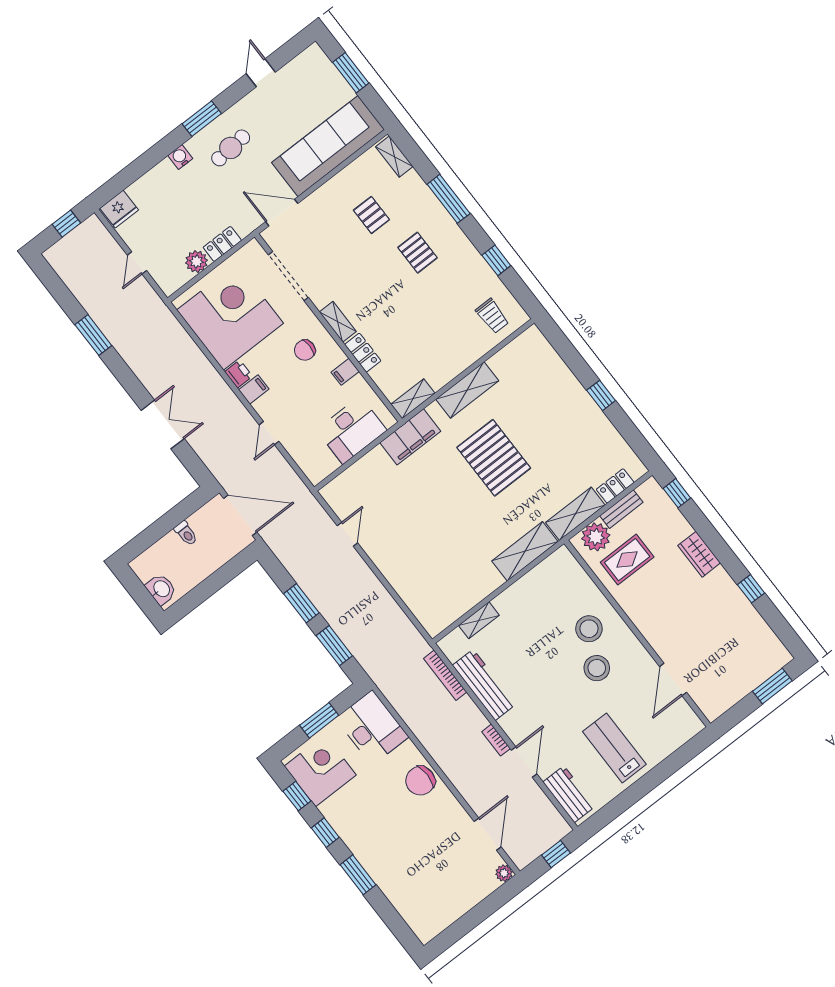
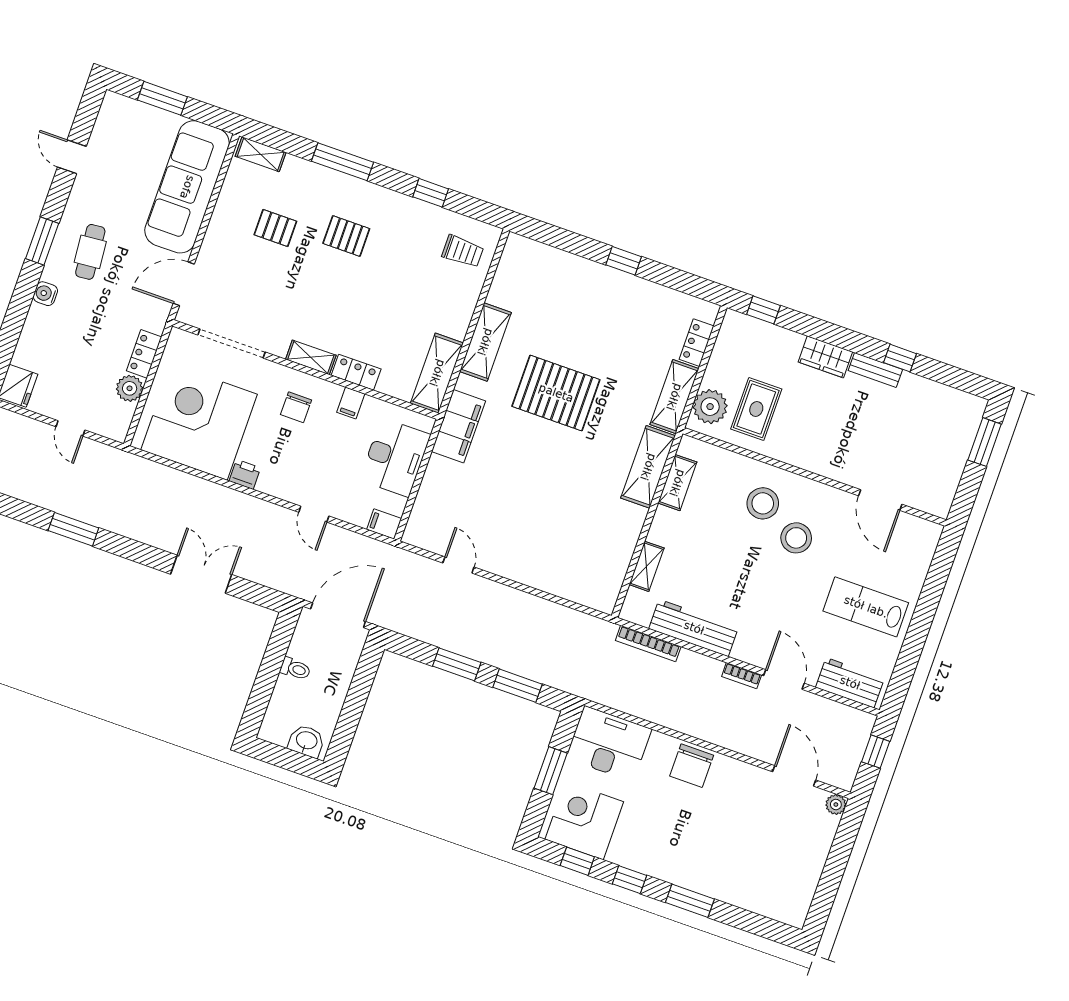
filing cabinet: (254, 389) -> (384, 524), moved, turned -90
shelving: (413, 399) -> (437, 373), width x1.50, depth x1.33
bench: (621, 509) -> (875, 370), moved, turned 90
shelving: (538, 575) -> (677, 483), added

